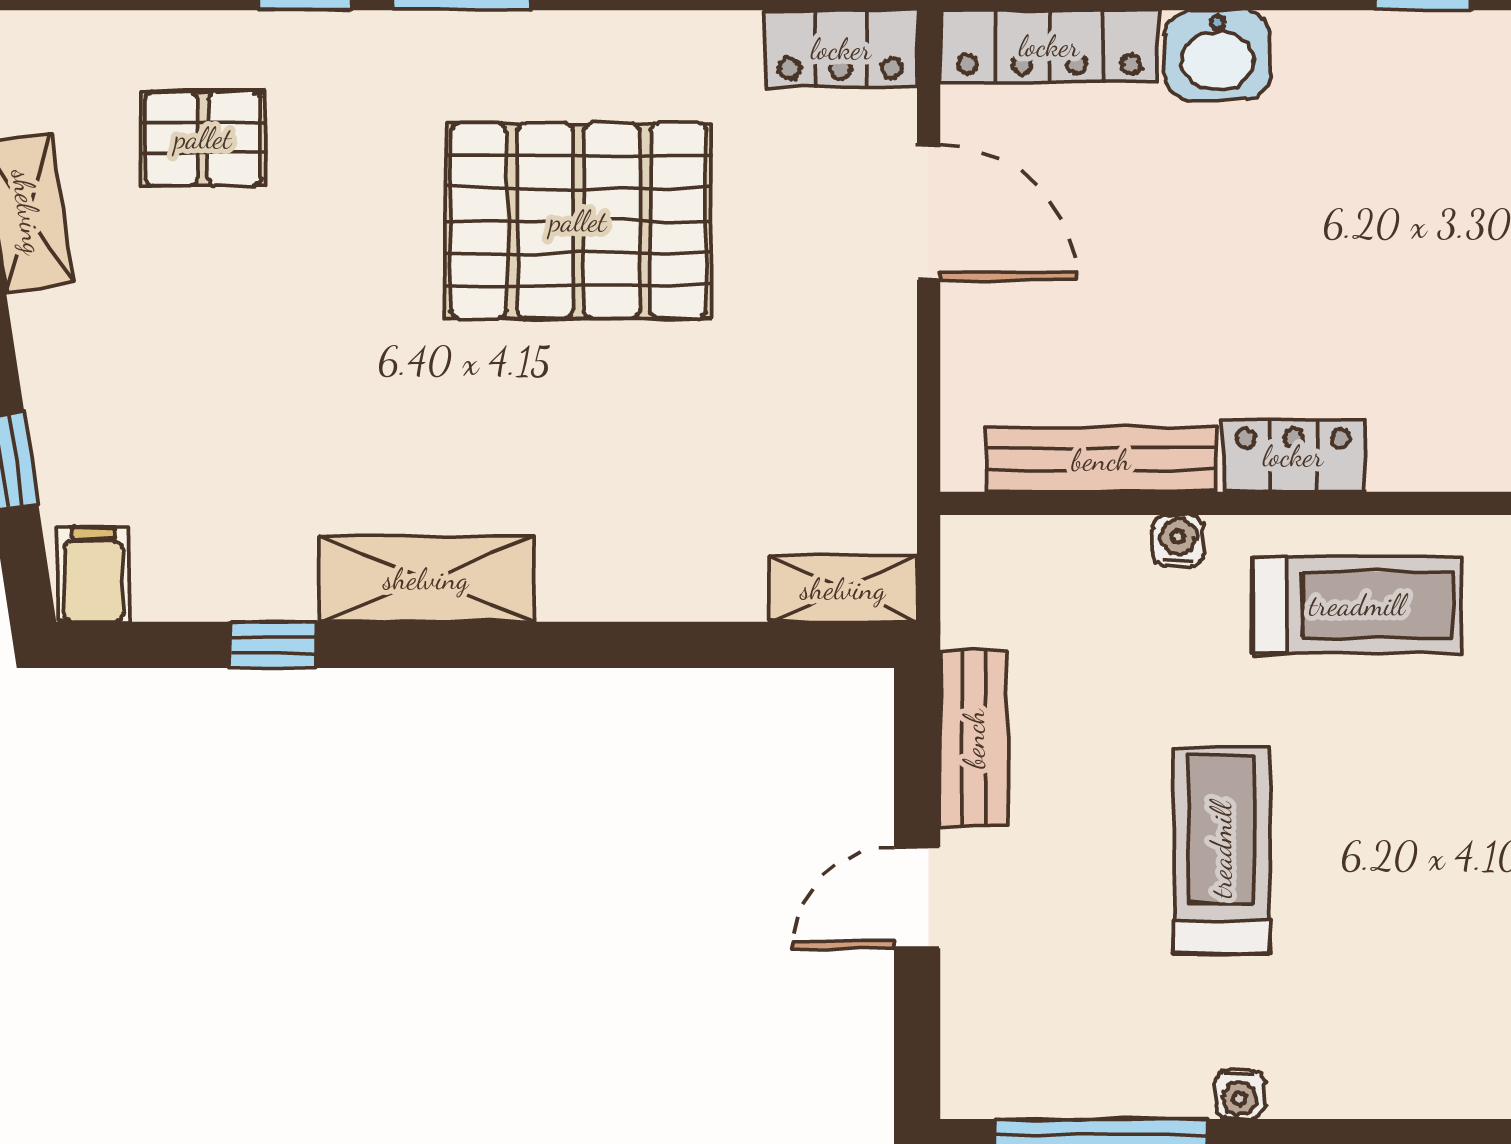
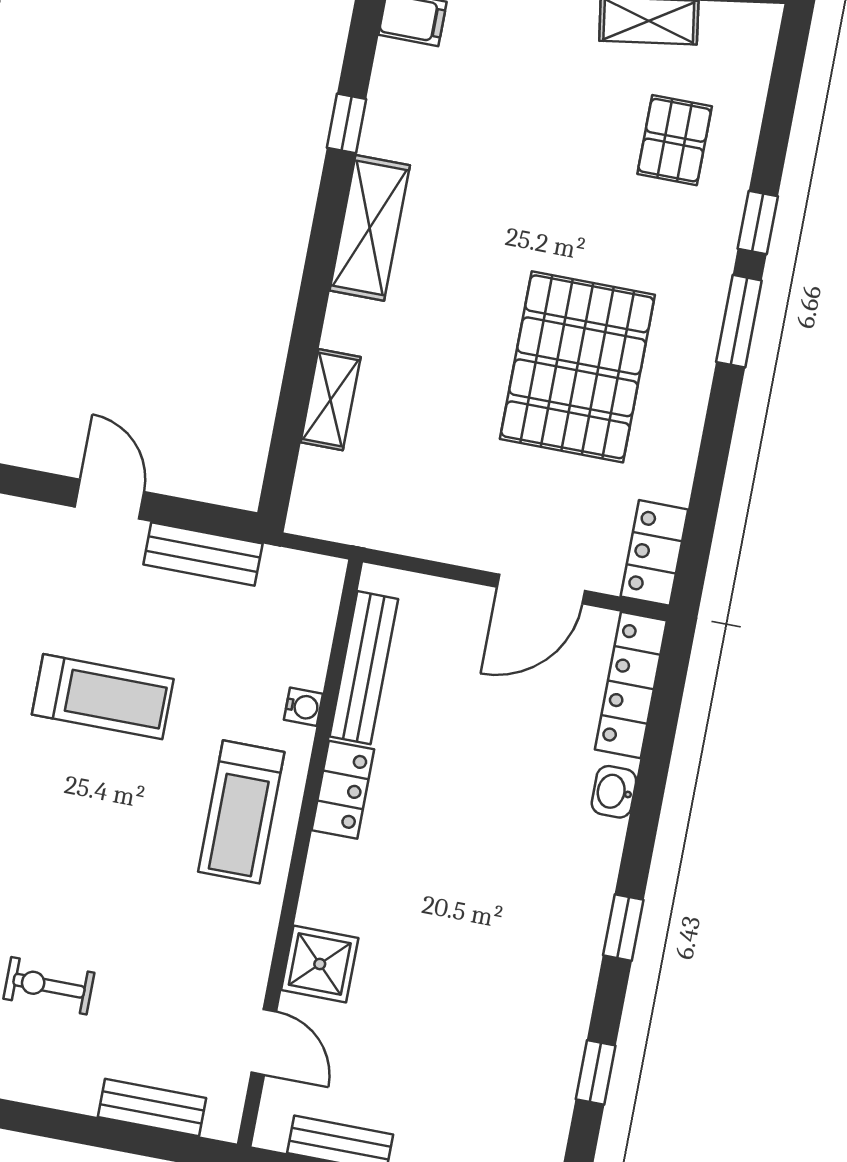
washbasin: (1218, 55) -> (614, 792), width x0.72, depth x0.69
shelving: (843, 589) -> (331, 400), moved

